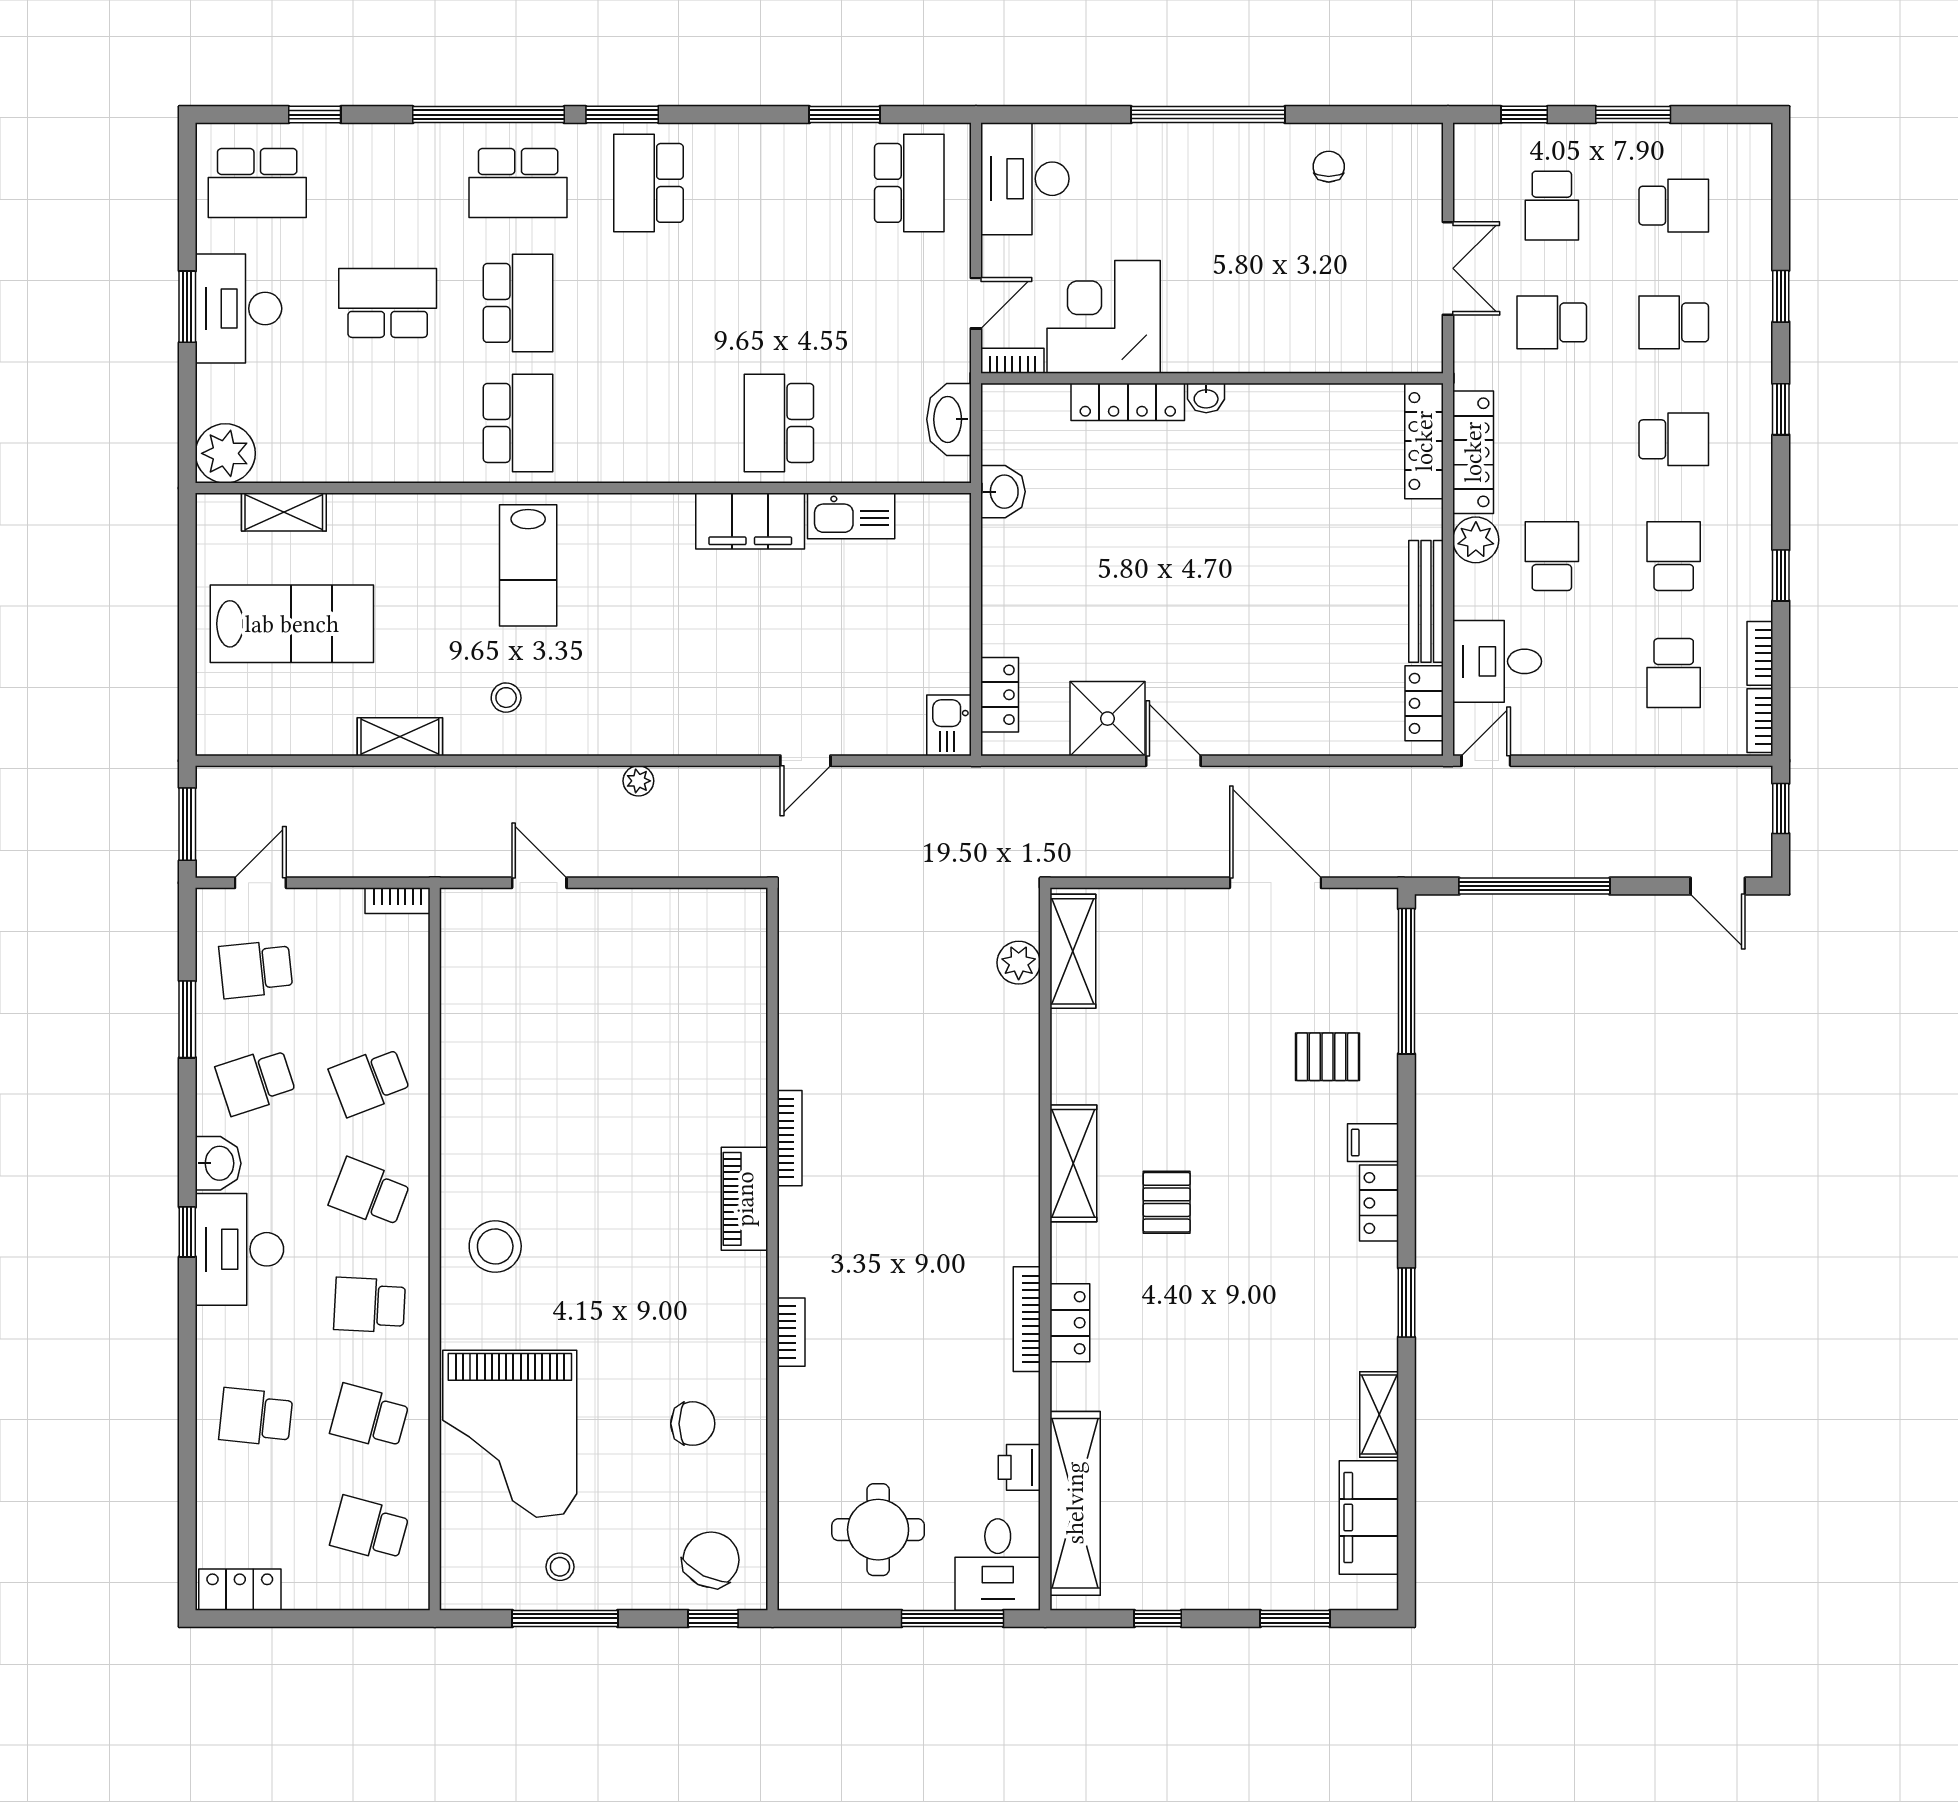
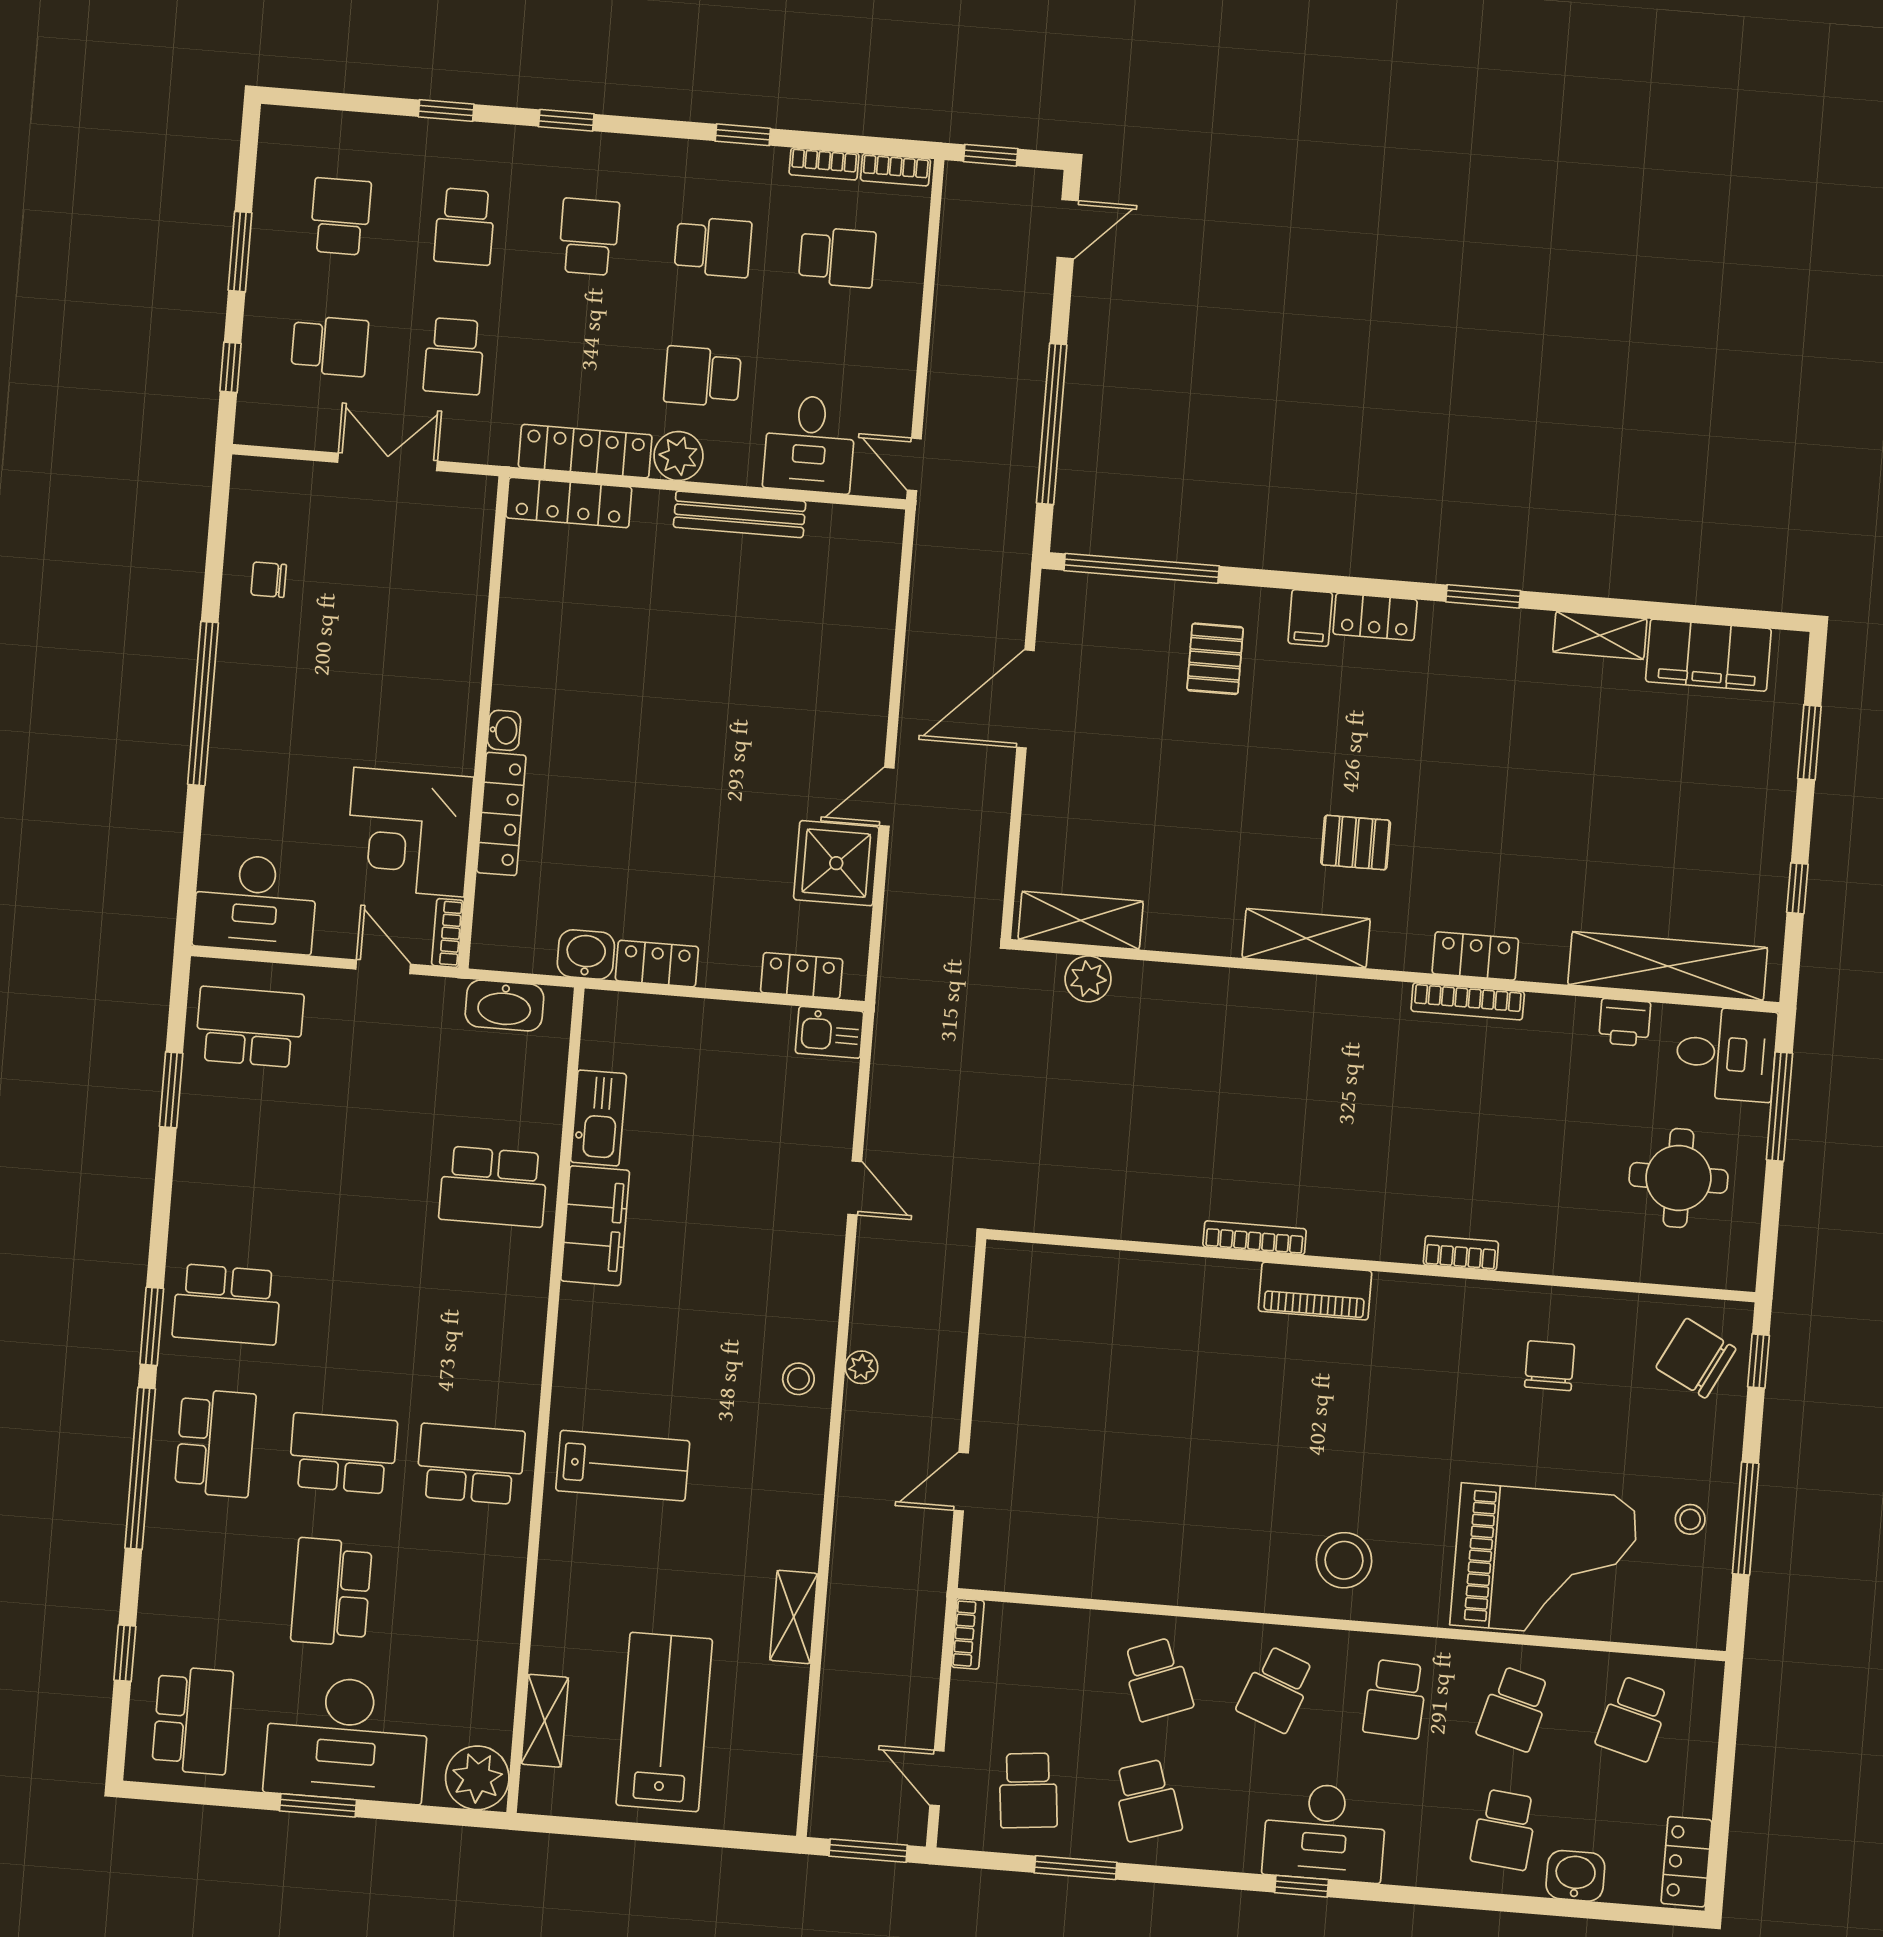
desk: (239, 309) -> (347, 1739), width x1.36, depth x1.30
school desk: (1674, 556) -> (713, 247), turned 180
stool: (506, 698) -> (798, 1379), moved
locker: (1424, 703) -> (657, 964), moved, turned 180
washbasin: (218, 1163) -> (1575, 1876), moved

